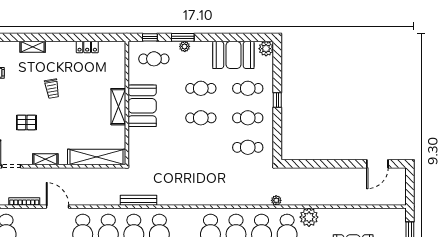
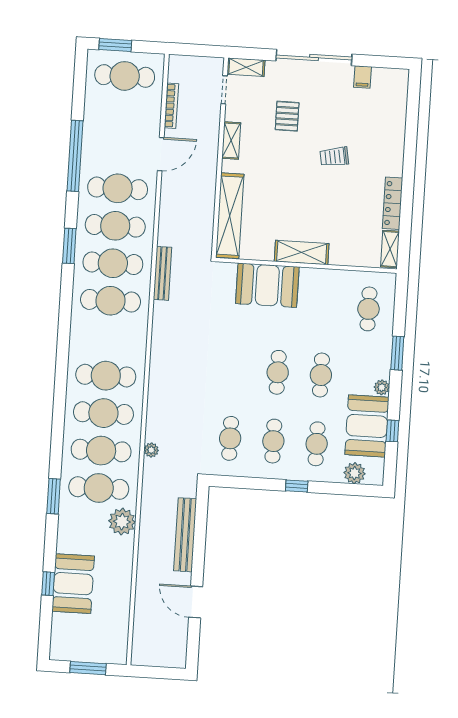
window: (150, 37) -> (392, 431), moved
plant: (185, 46) -> (382, 387), moved
shelving: (33, 47) -> (390, 249), moved
locker: (87, 47) -> (393, 203), width x1.53
plant: (266, 49) -> (355, 473), moved
booth: (142, 106) -> (267, 285), moved
door: (377, 164) -> (196, 602), moved
bench: (315, 174) -> (185, 535), added
plant: (276, 200) -> (151, 450), moved

